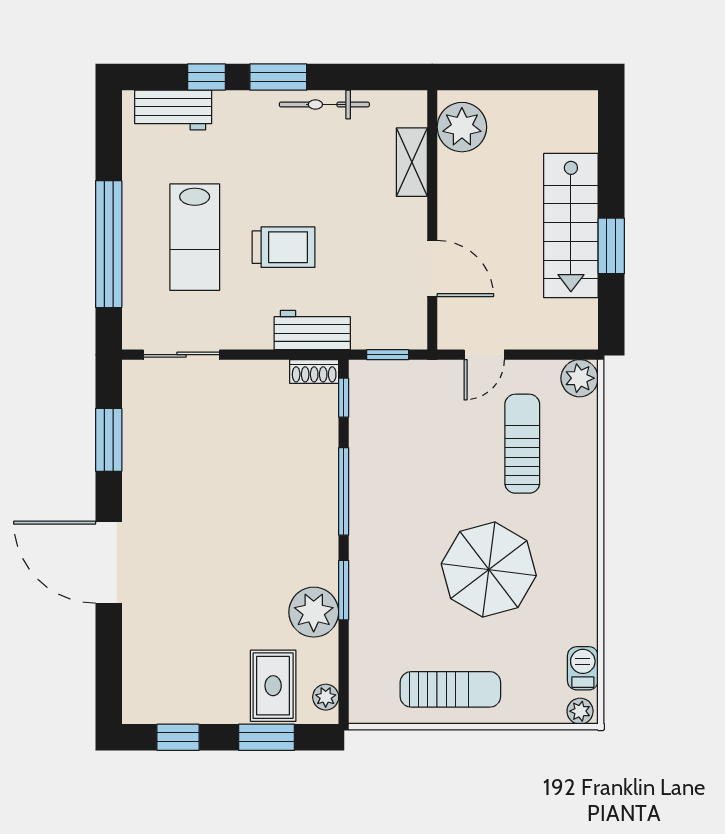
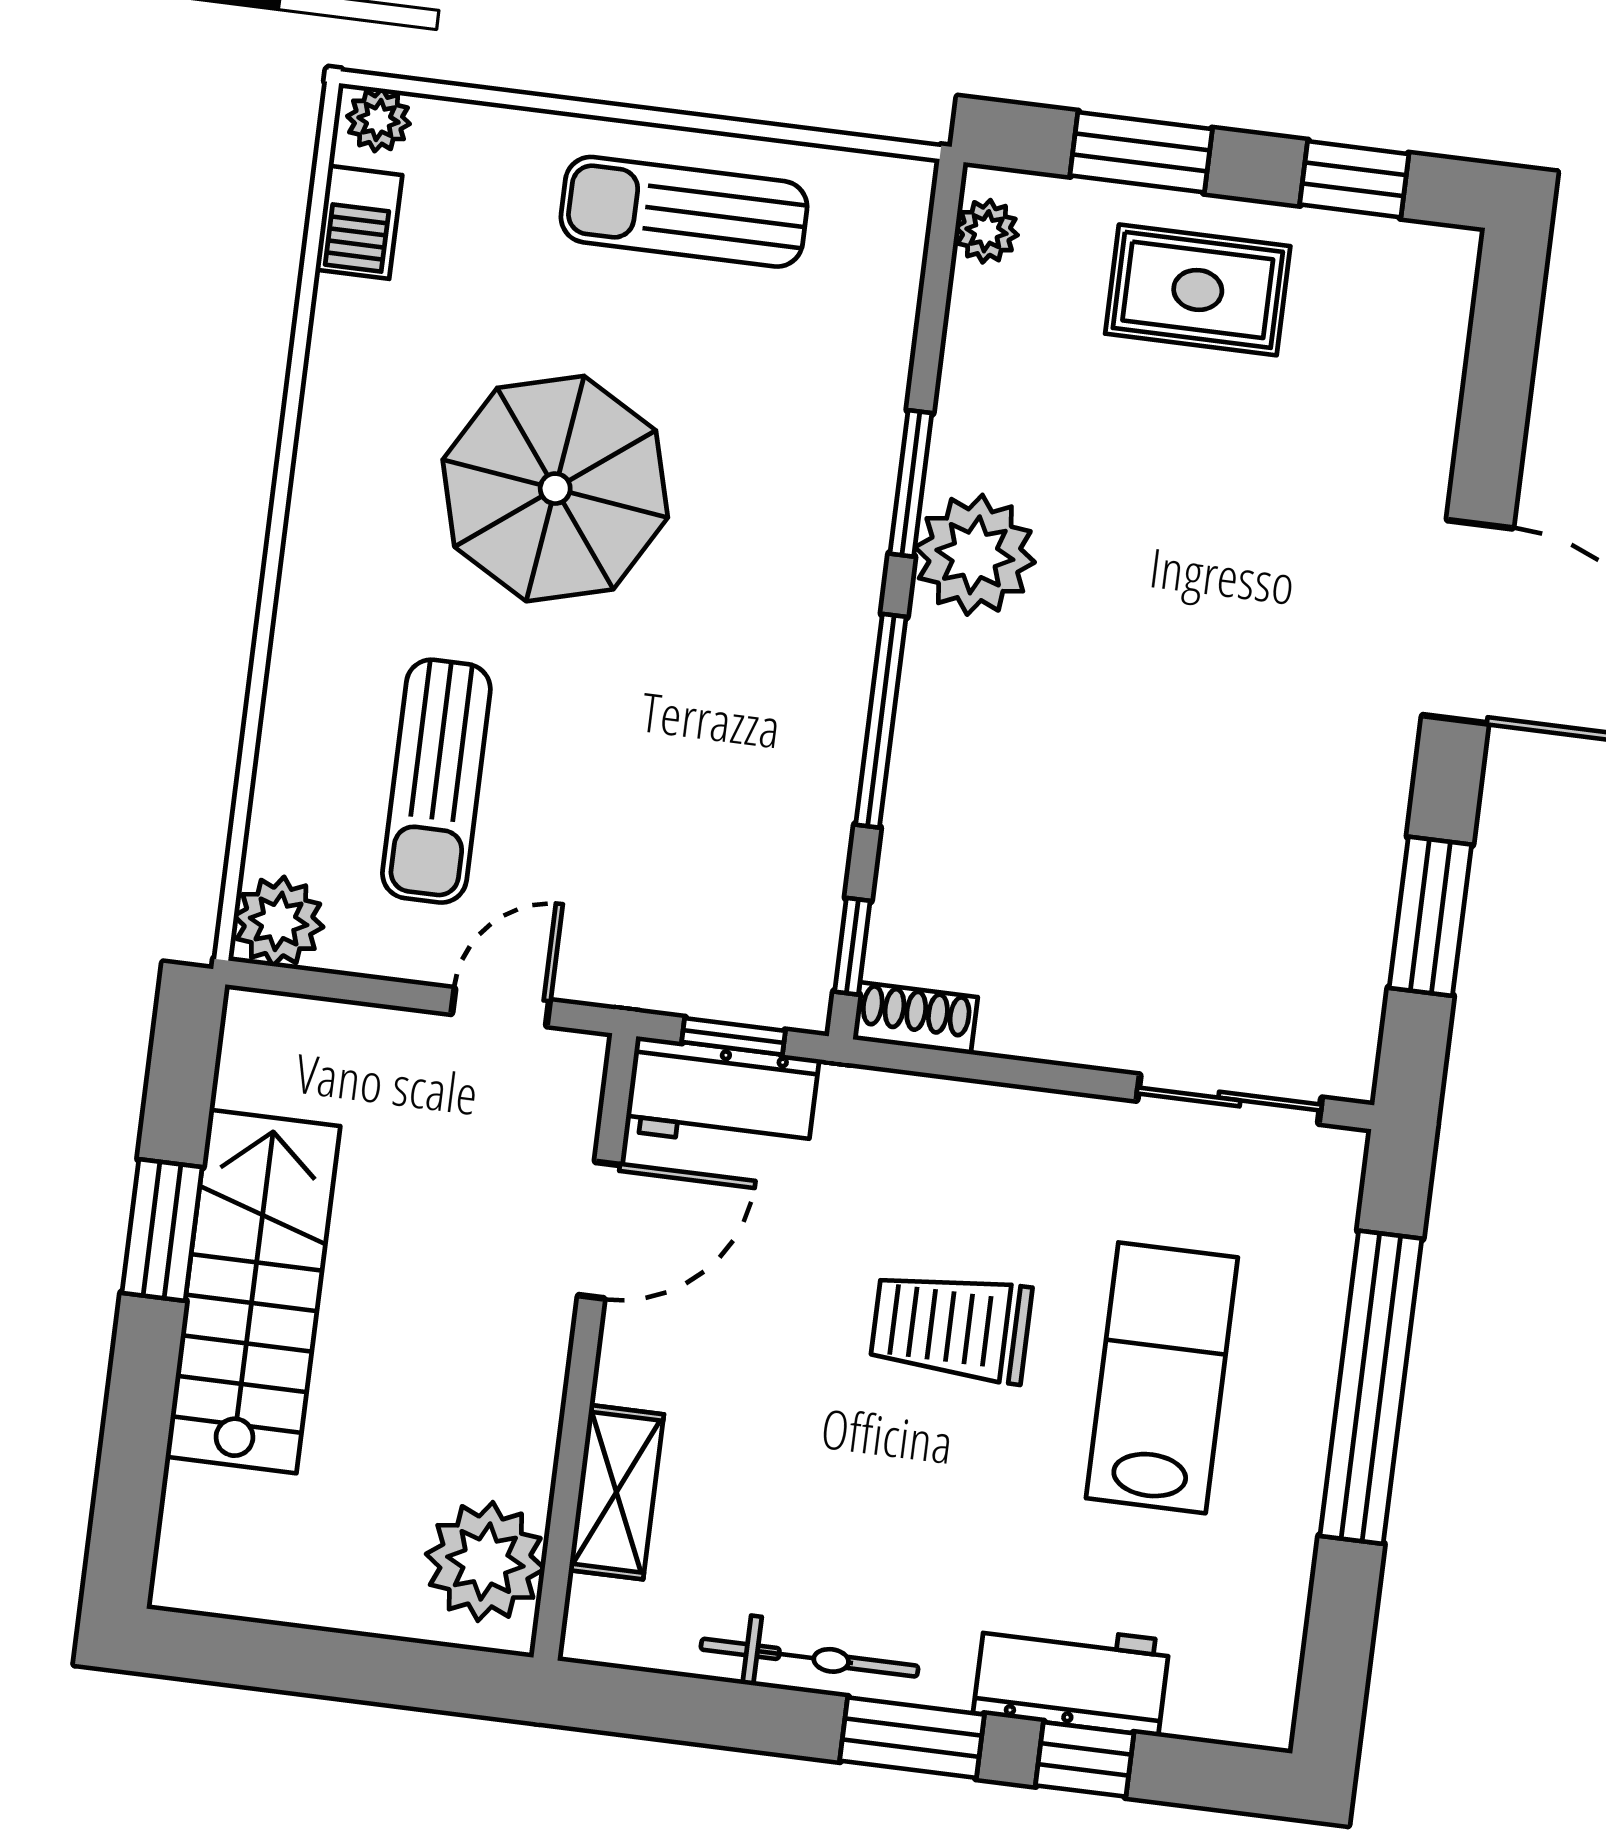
workbench: (173, 110) -> (1071, 1677), moved
door: (432, 269) -> (600, 1230), swing flipped
workbench: (312, 330) -> (722, 1095), moved
plant: (314, 612) -> (975, 555), moved
rug: (273, 686) -> (1198, 290), moved, turned 90

